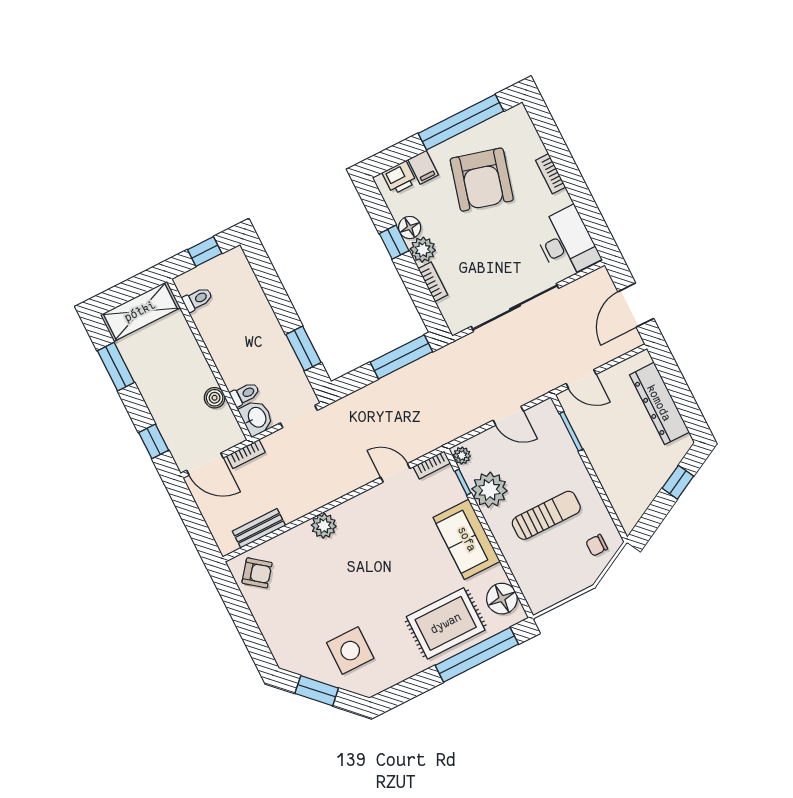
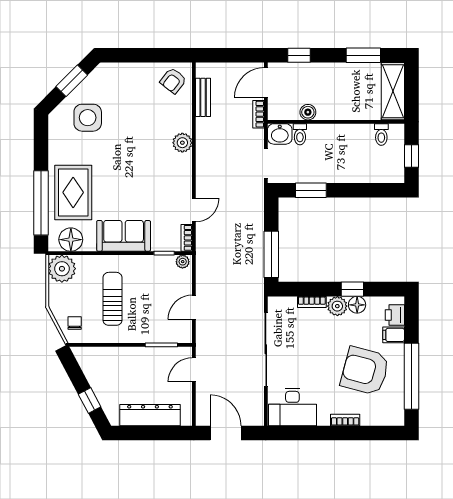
plant: (489, 490) -> (62, 269), moved
sun lounger: (546, 515) -> (113, 299), turned 180

